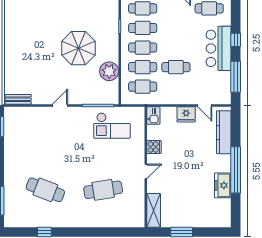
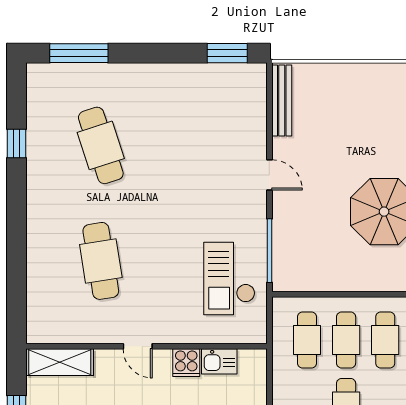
plant: (109, 71) -> (338, 273), removed
bench: (18, 99) -> (282, 100), width x1.36
kitchen sink: (153, 115) -> (219, 361), moved
cafe table: (45, 190) -> (101, 145), turned -39

